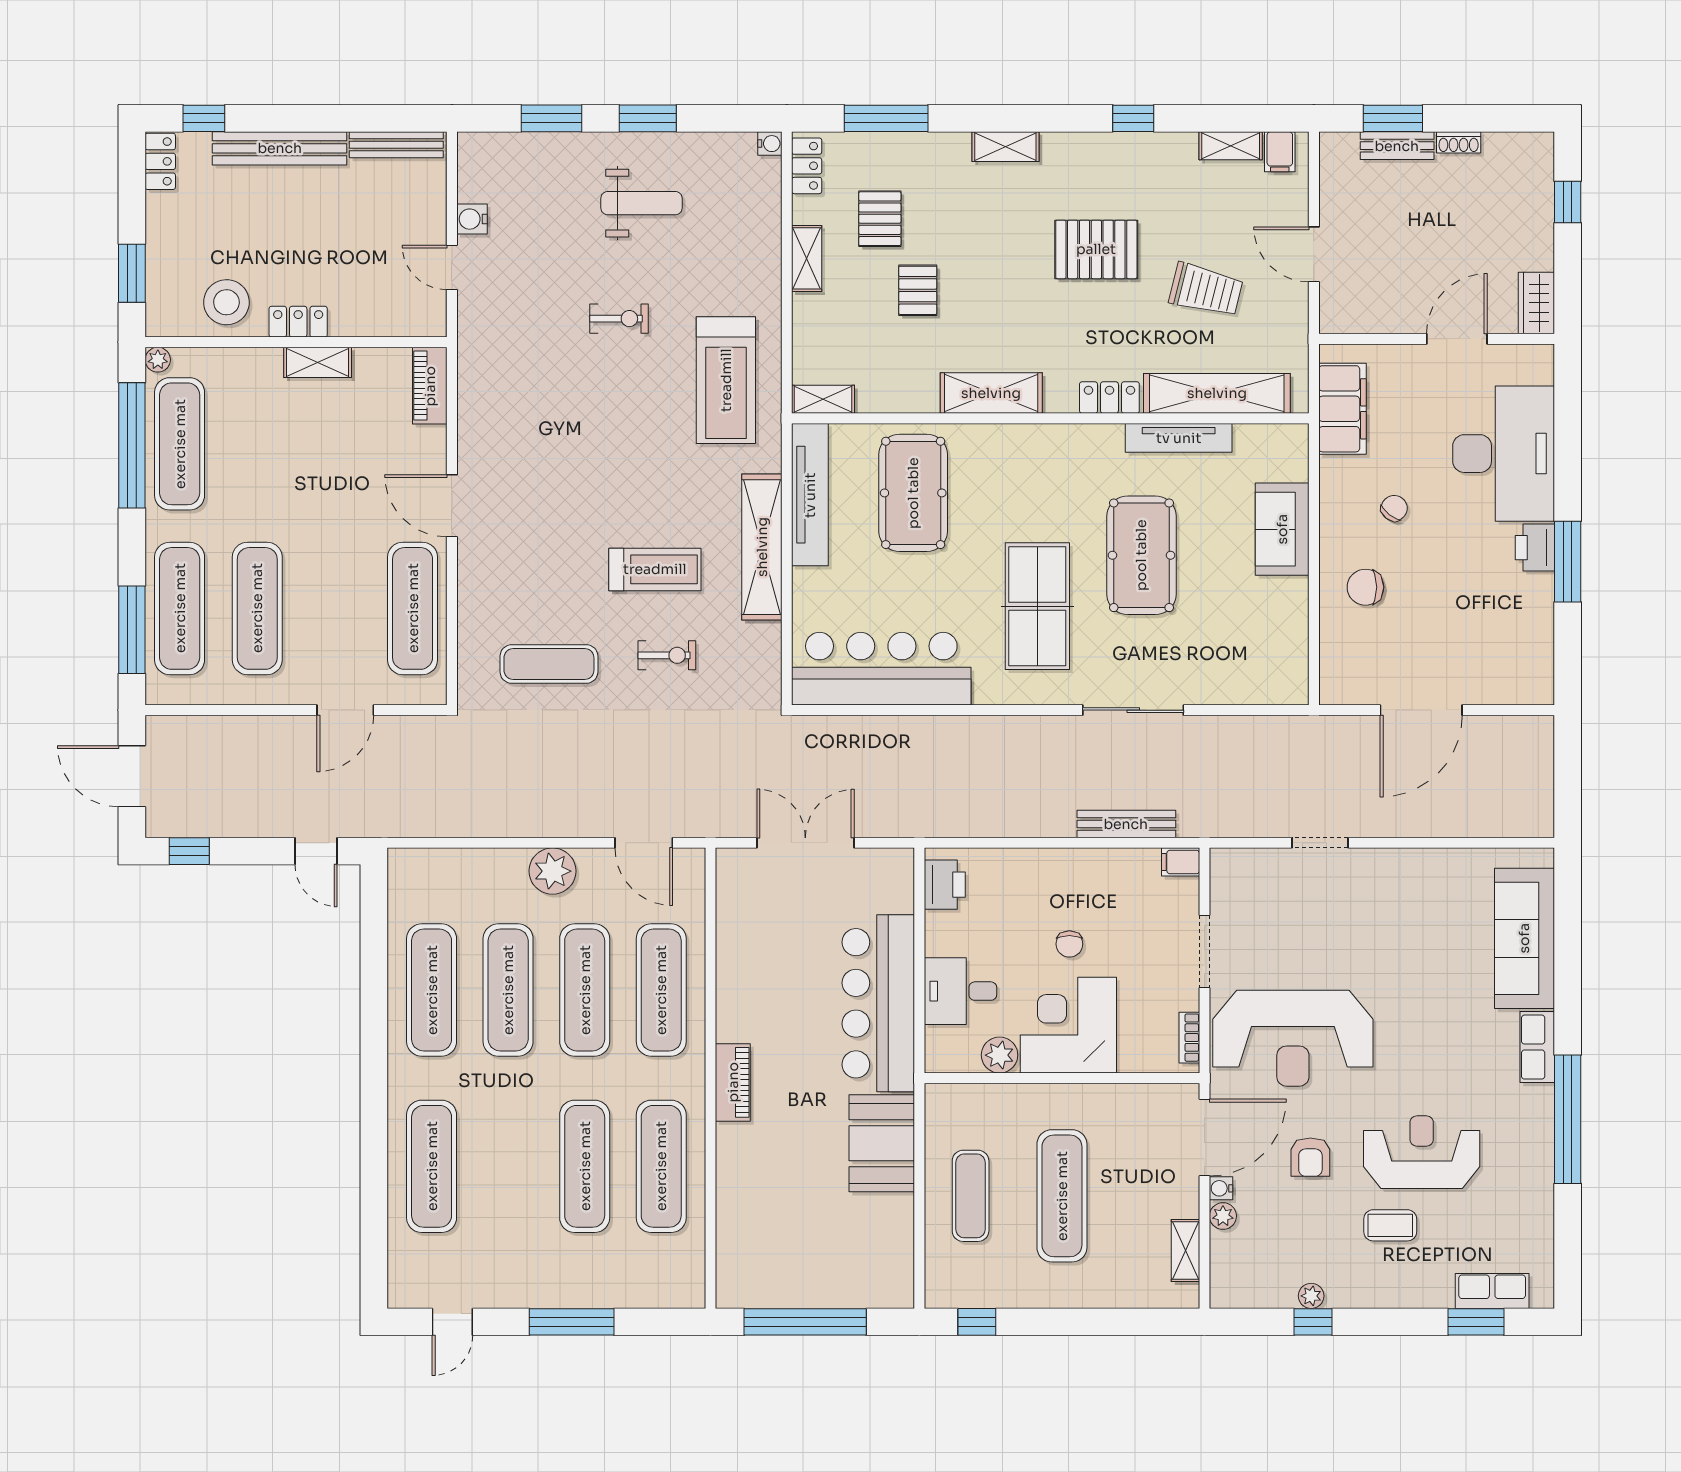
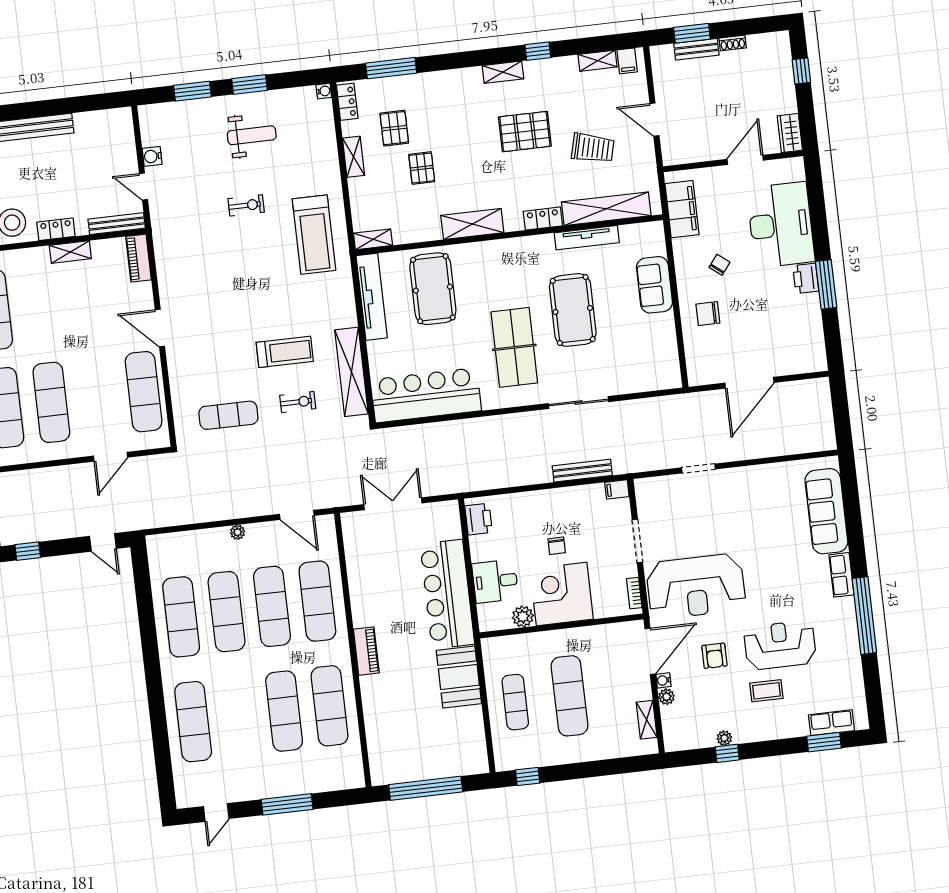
bench: (396, 145) -> (117, 224), moved
shelving: (1005, 147) -> (503, 72), moved
shelving: (762, 547) -> (351, 372), moved
plant: (553, 871) -> (238, 532), width x0.53, depth x0.53

